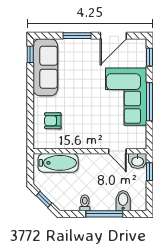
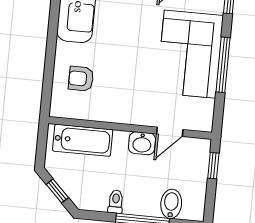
door: (117, 151) -> (170, 132), hinge flipped
washbasin: (138, 161) -> (142, 143), moved

